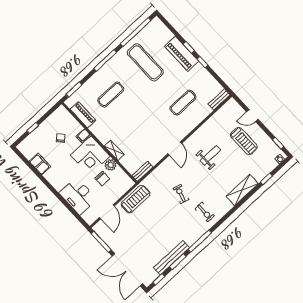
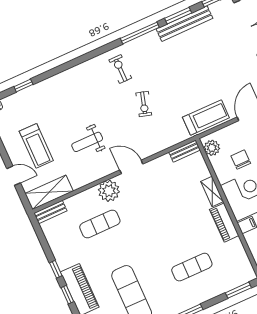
piano: (83, 115) -> (224, 223), moved
plant: (184, 127) -> (109, 191), added
treadmill: (244, 141) -> (36, 146), turned 180
door: (175, 148) -> (131, 167), hinge flipped
plant: (111, 165) -> (212, 148), moved
shelving: (242, 190) -> (49, 192), moved
treadmill: (136, 199) -> (206, 117), turned 180

